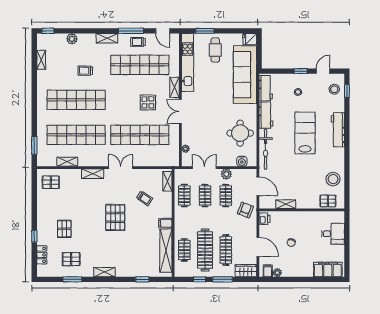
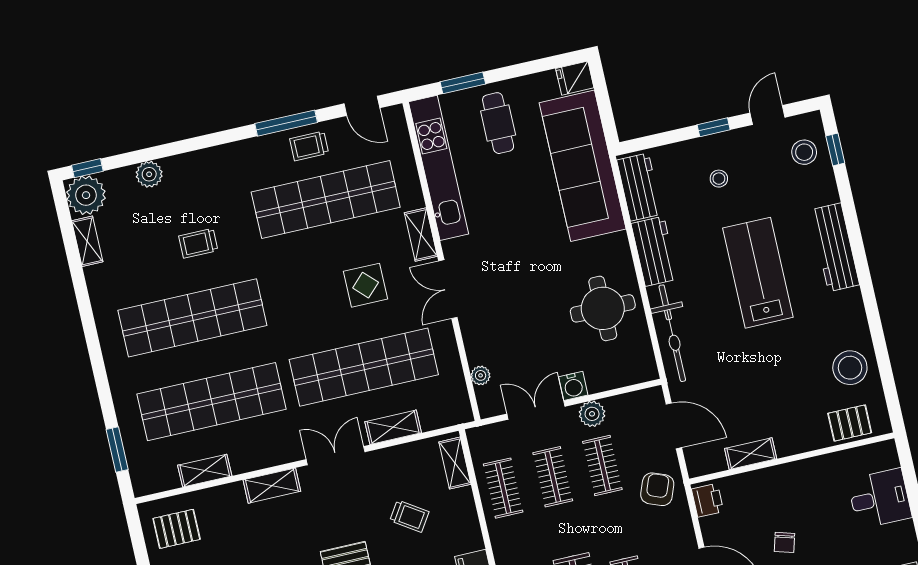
shelving: (107, 38) -> (393, 427), moved
plant: (45, 41) -> (86, 195), added
water cooler: (242, 161) -> (573, 386), moved

